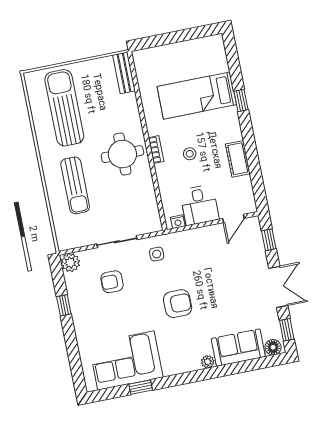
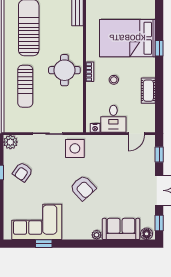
bed: (197, 96) -> (127, 38), width x1.50
side table: (157, 254) -> (75, 148), width x1.87, depth x1.87
armchair: (112, 282) -> (23, 172), moved, turned -55
armchair: (178, 304) -> (83, 188), turned 47

